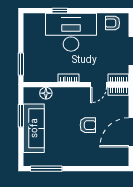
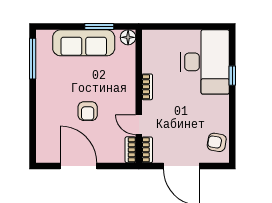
armchair: (112, 23) -> (217, 142), turned -80
desk: (71, 32) -> (205, 62), moved
window: (21, 64) -> (165, 27), removed
floor lamp: (46, 93) -> (128, 37), moved

